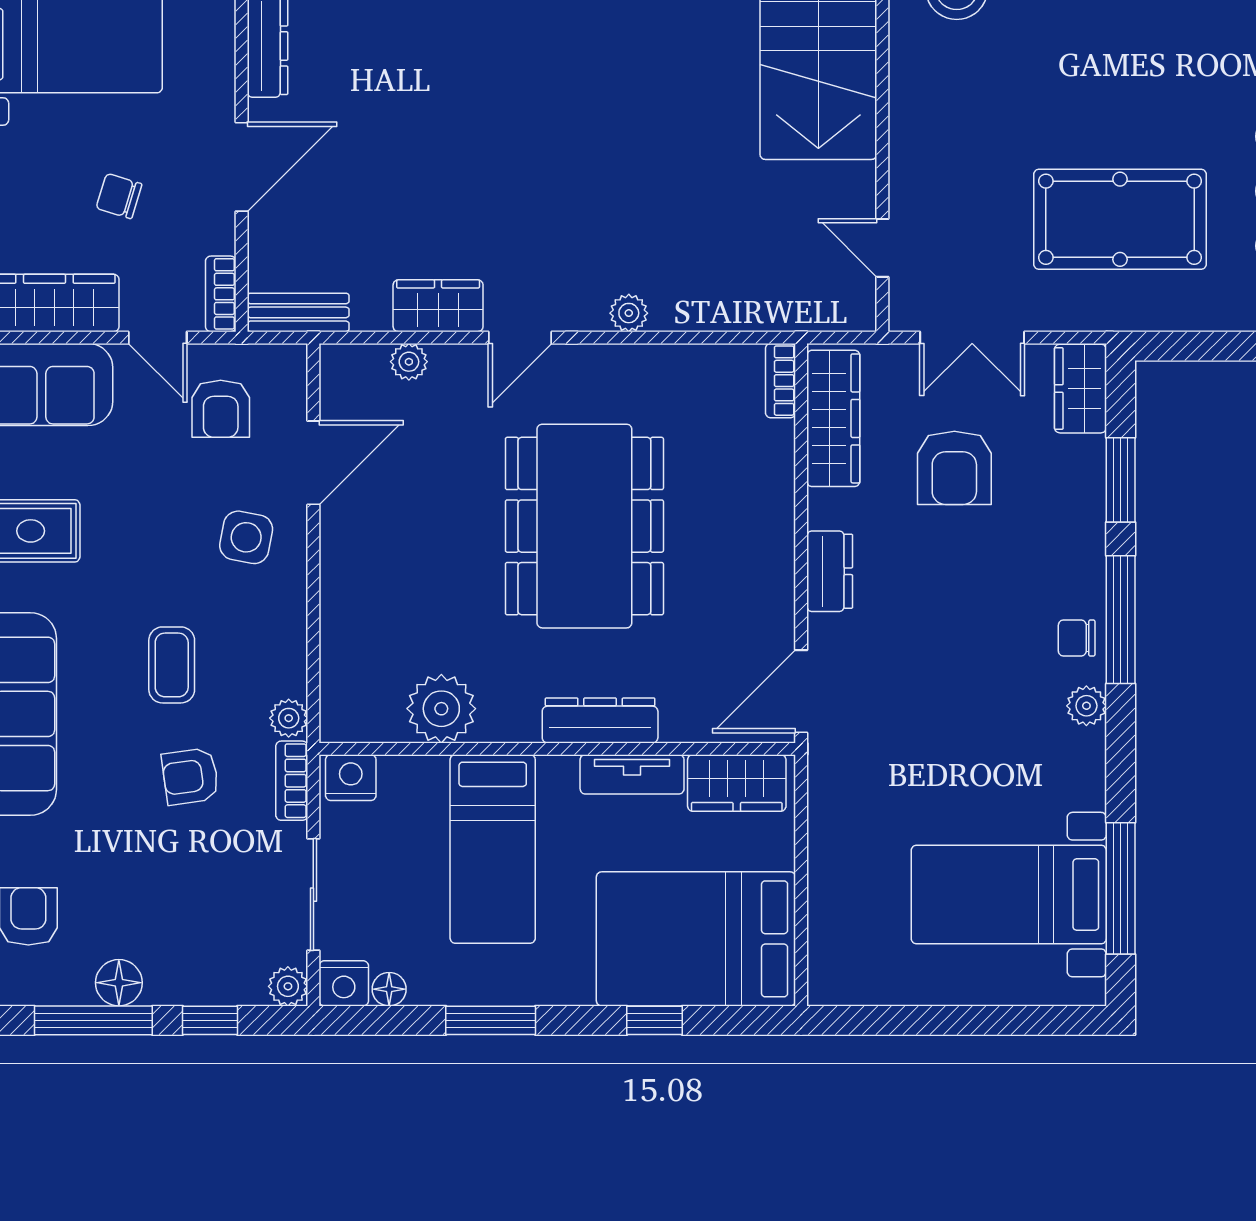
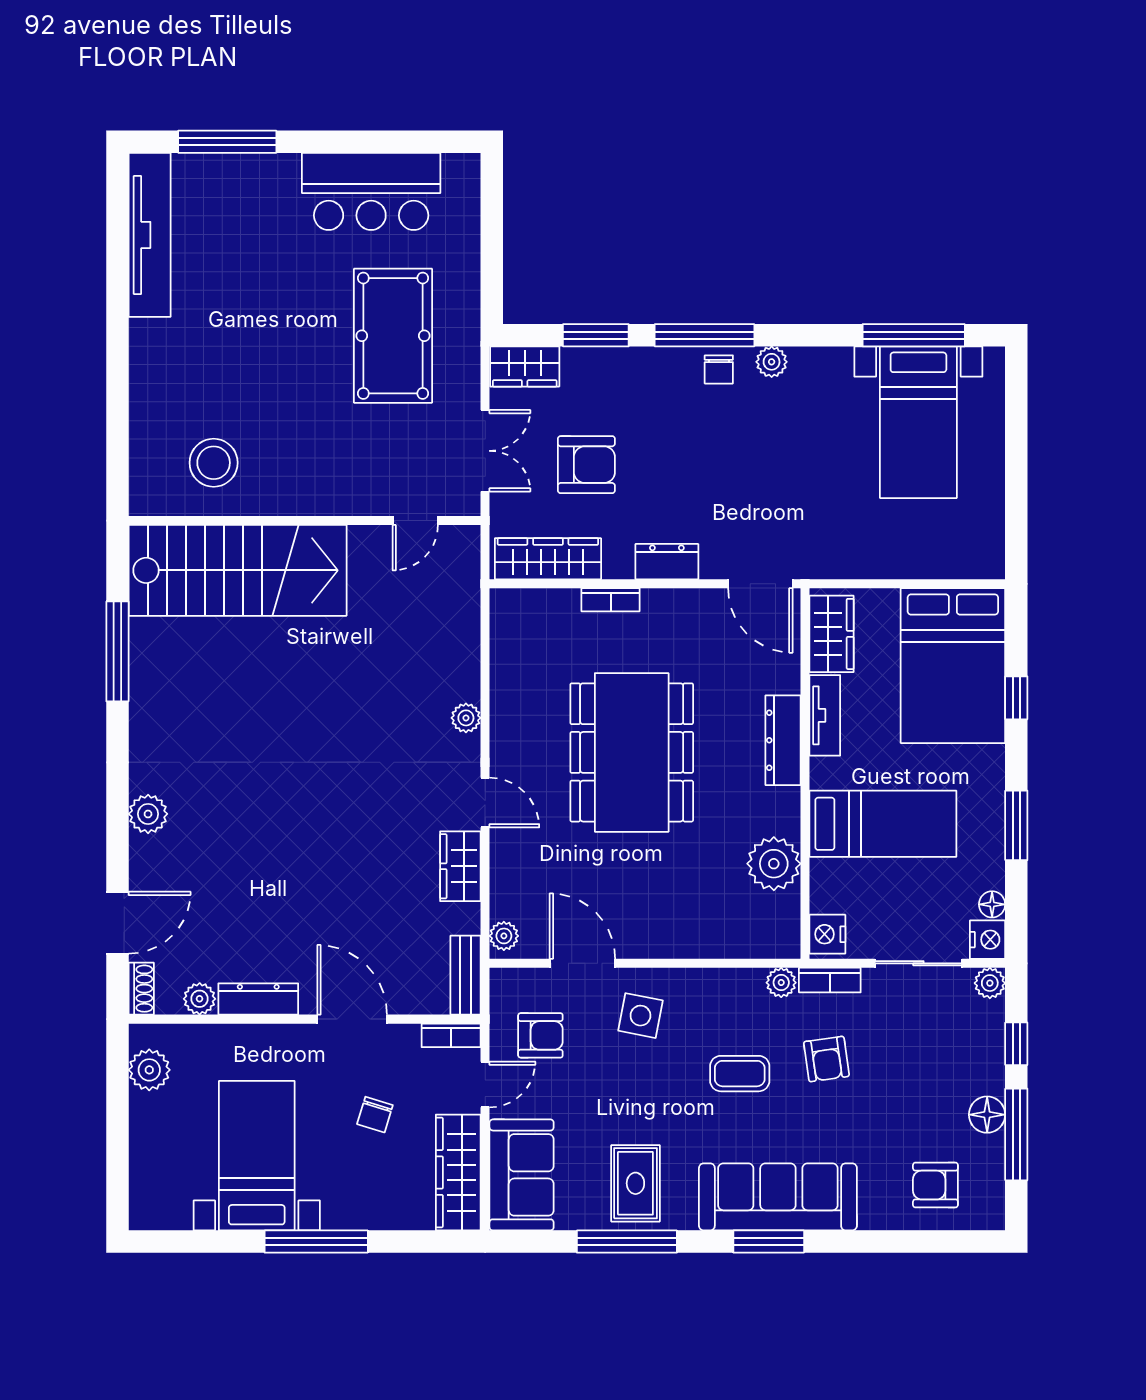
plant: (409, 362) -> (504, 936), moved
bookcase: (780, 381) -> (611, 600), moved
dining table: (584, 526) -> (632, 752), turned 90

